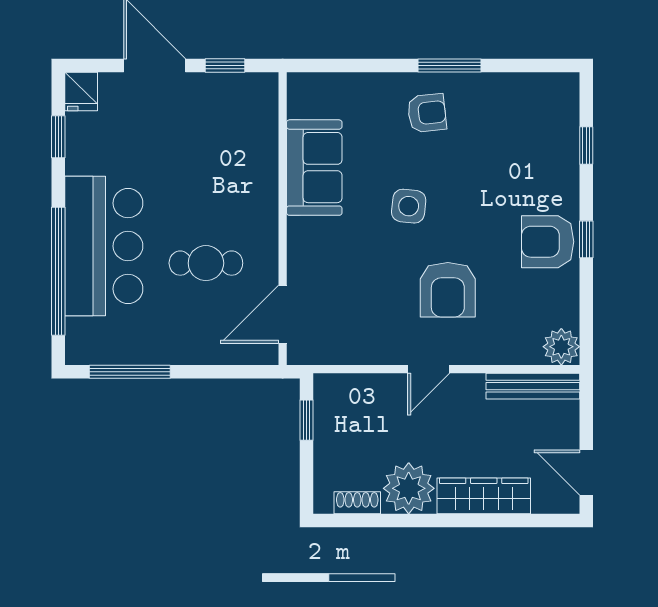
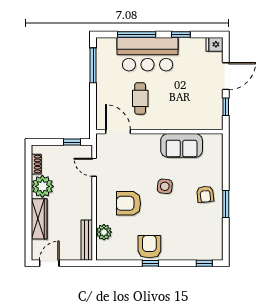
window: (58, 137) -> (181, 34), moved
window: (586, 145) -> (204, 263), moved
window: (58, 271) -> (137, 34), width x0.68
plant: (561, 347) -> (104, 232), moved
door: (429, 369) -> (94, 167), moved

